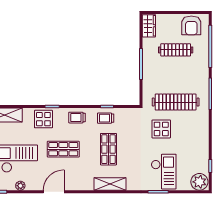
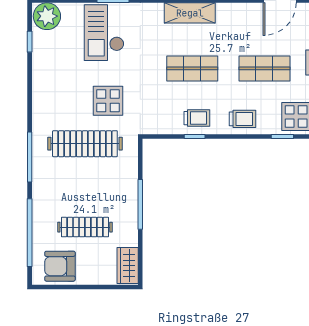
armchair: (191, 25) -> (60, 266), turned -90
shop shelf: (108, 149) -> (192, 68), turned 90

